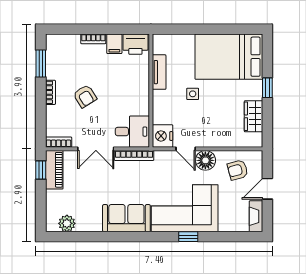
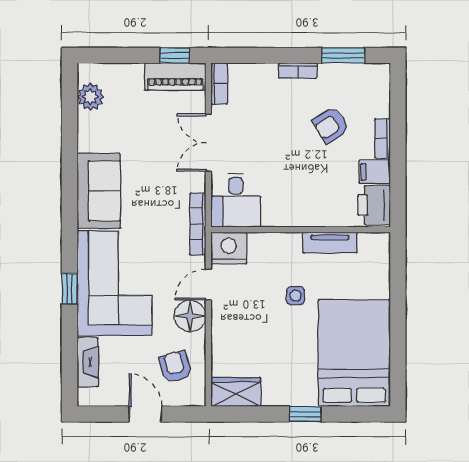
armchair: (85, 96) -> (331, 125), moved
wardrobe: (254, 116) -> (236, 392), moved
bookcase: (134, 155) -> (198, 224), moved
fireplace: (256, 216) -> (88, 362), moved, turned 90

